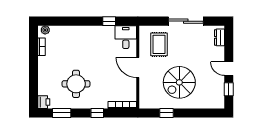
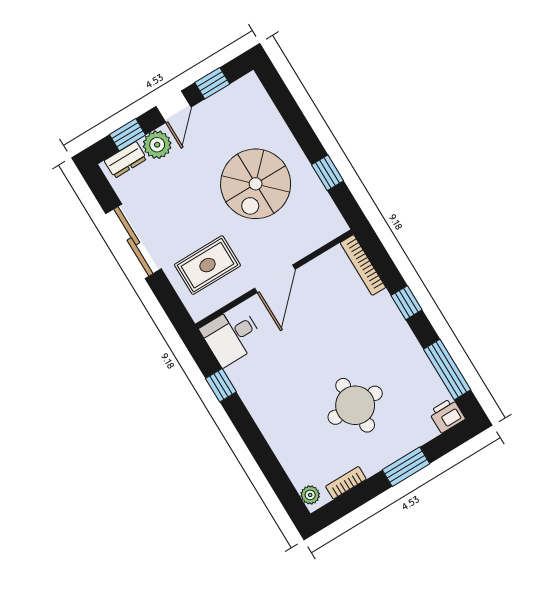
window: (229, 44) -> (128, 135), added
plant: (218, 53) -> (157, 145), added
window: (34, 74) -> (406, 467), added
spiral stairs: (179, 82) -> (256, 184), turned 90
round table: (76, 84) -> (355, 405), moved
window: (62, 113) -> (447, 370), width x1.44

